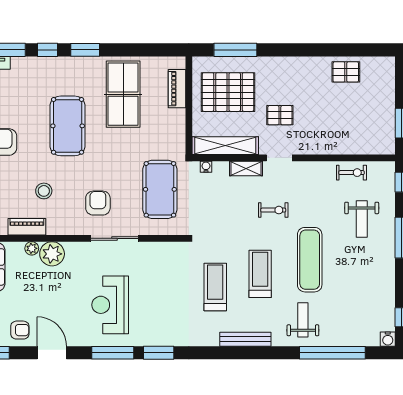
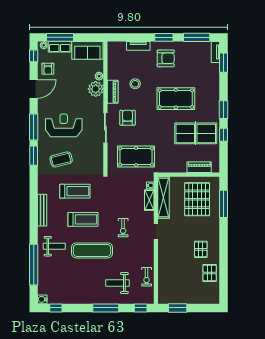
window: (48, 50) -> (223, 135), moved
pallet: (280, 115) -> (201, 249), moved
shelving: (246, 168) -> (149, 200), moved
armchair: (98, 203) -> (128, 118), turned -90
piano: (27, 227) -> (113, 92), moved
coffee table: (165, 309) -> (61, 159), added

